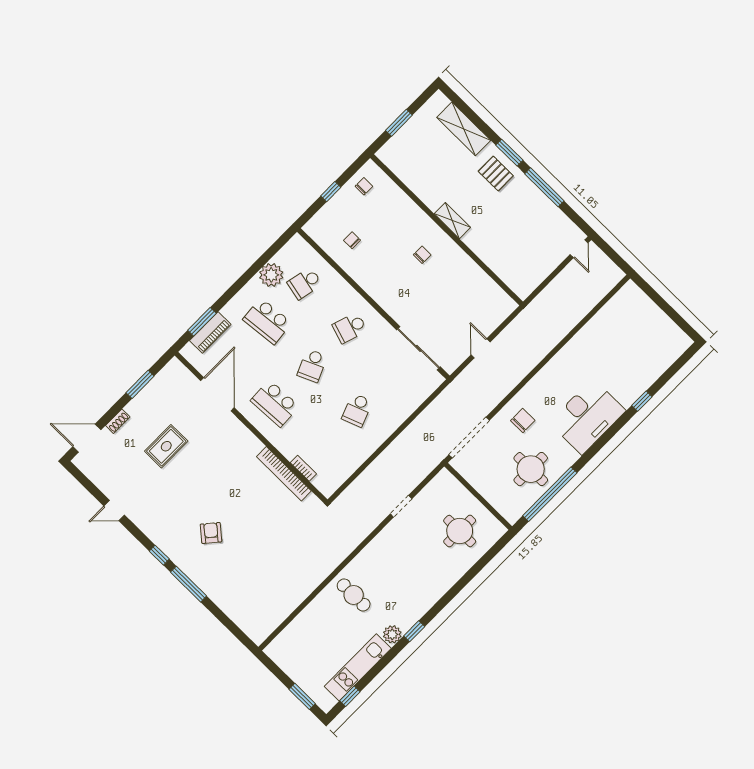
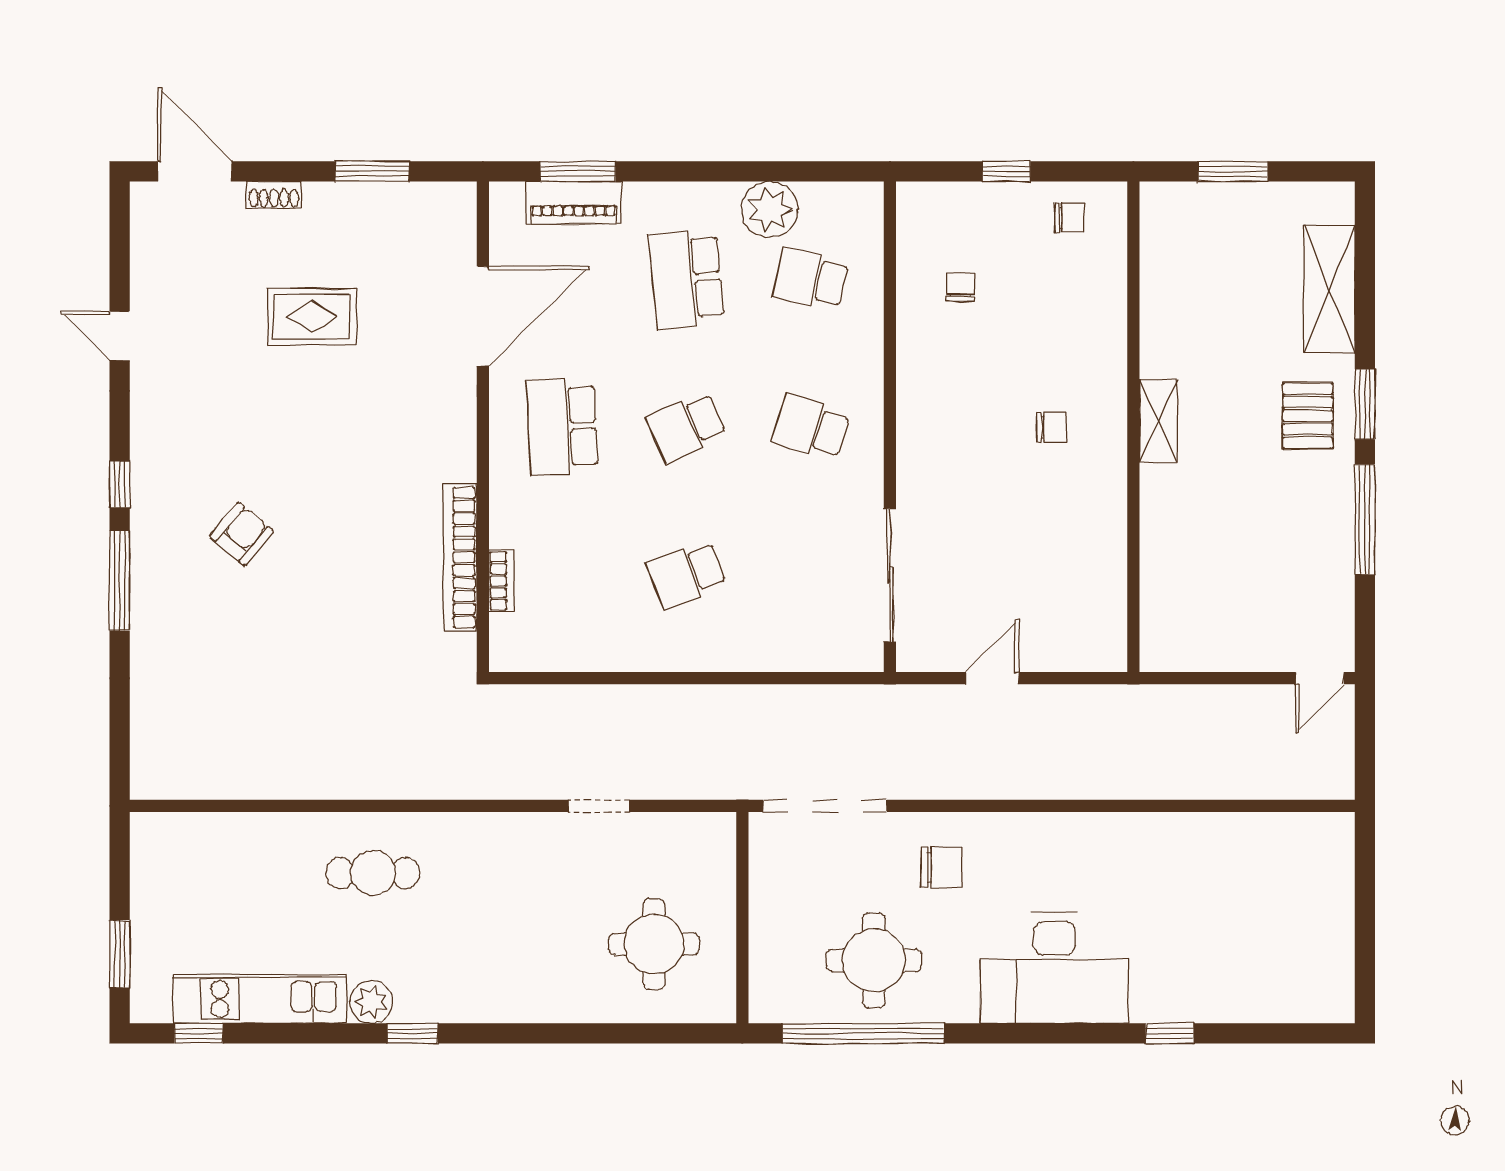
cafe table: (354, 595) -> (373, 873), turned 90

